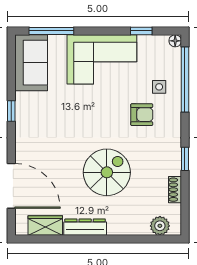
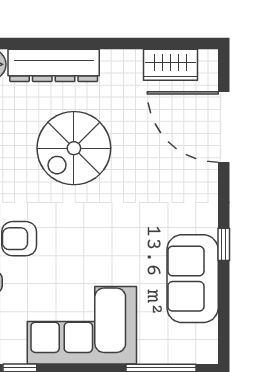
sofa: (31, 63) -> (193, 279), moved
dresser: (85, 227) -> (54, 65), moved, width x1.37, depth x1.24

